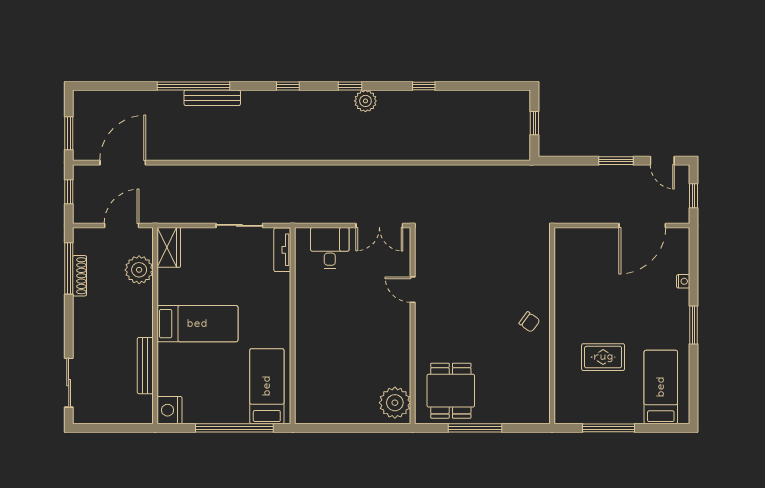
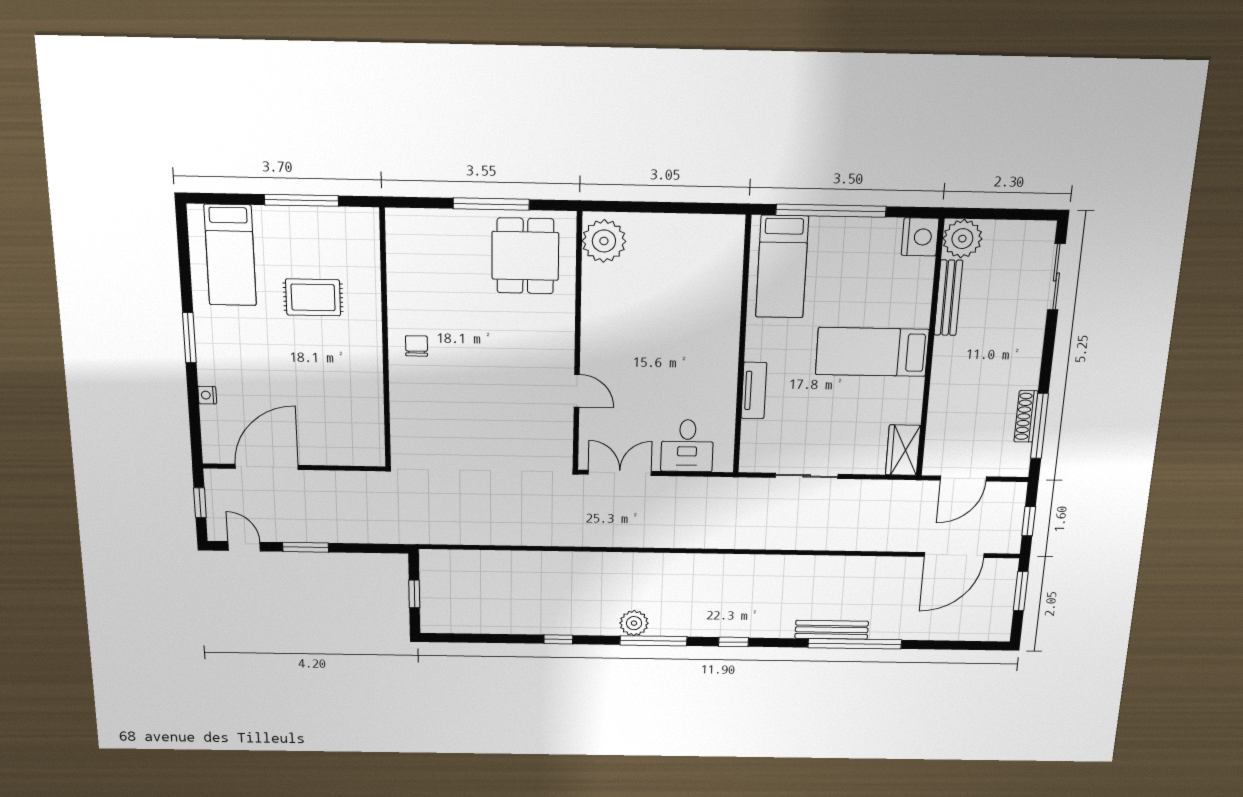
window: (350, 86) -> (653, 641), width x2.17
tv unit: (282, 250) -> (754, 390), moved
plant: (139, 270) -> (962, 239), moved
chair: (529, 322) -> (417, 346), turned 54

